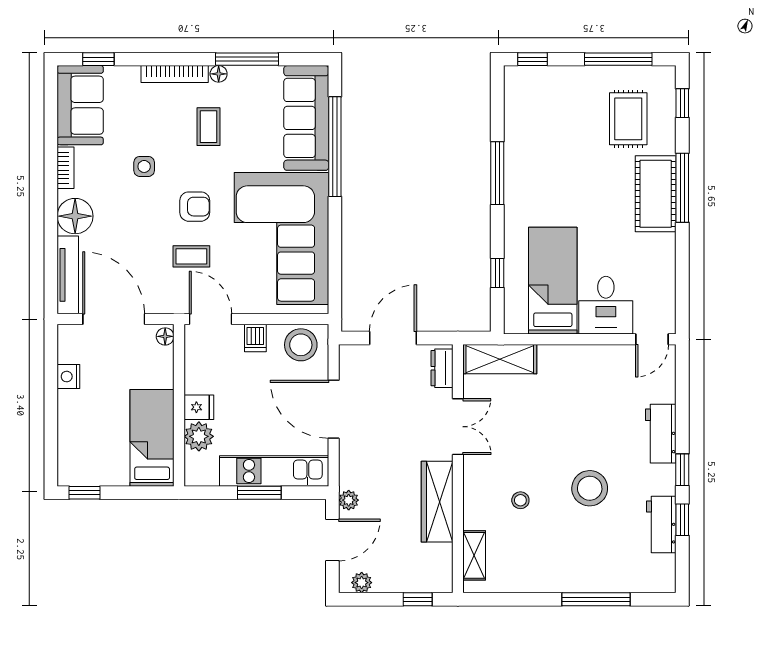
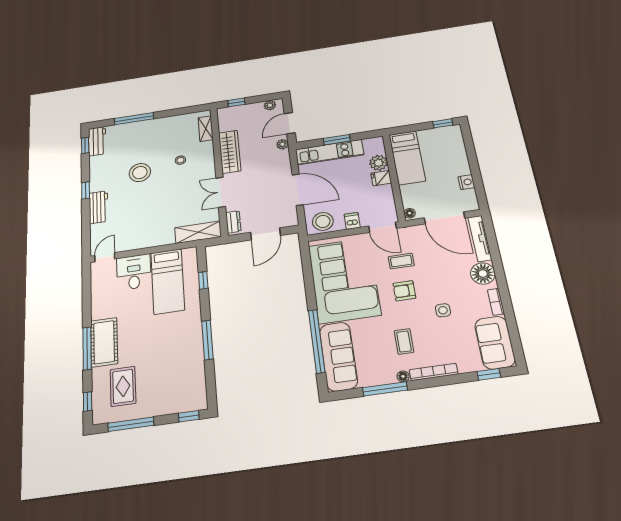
window: (682, 520) -> (85, 145), moved
workbench: (661, 525) -> (97, 141), moved

